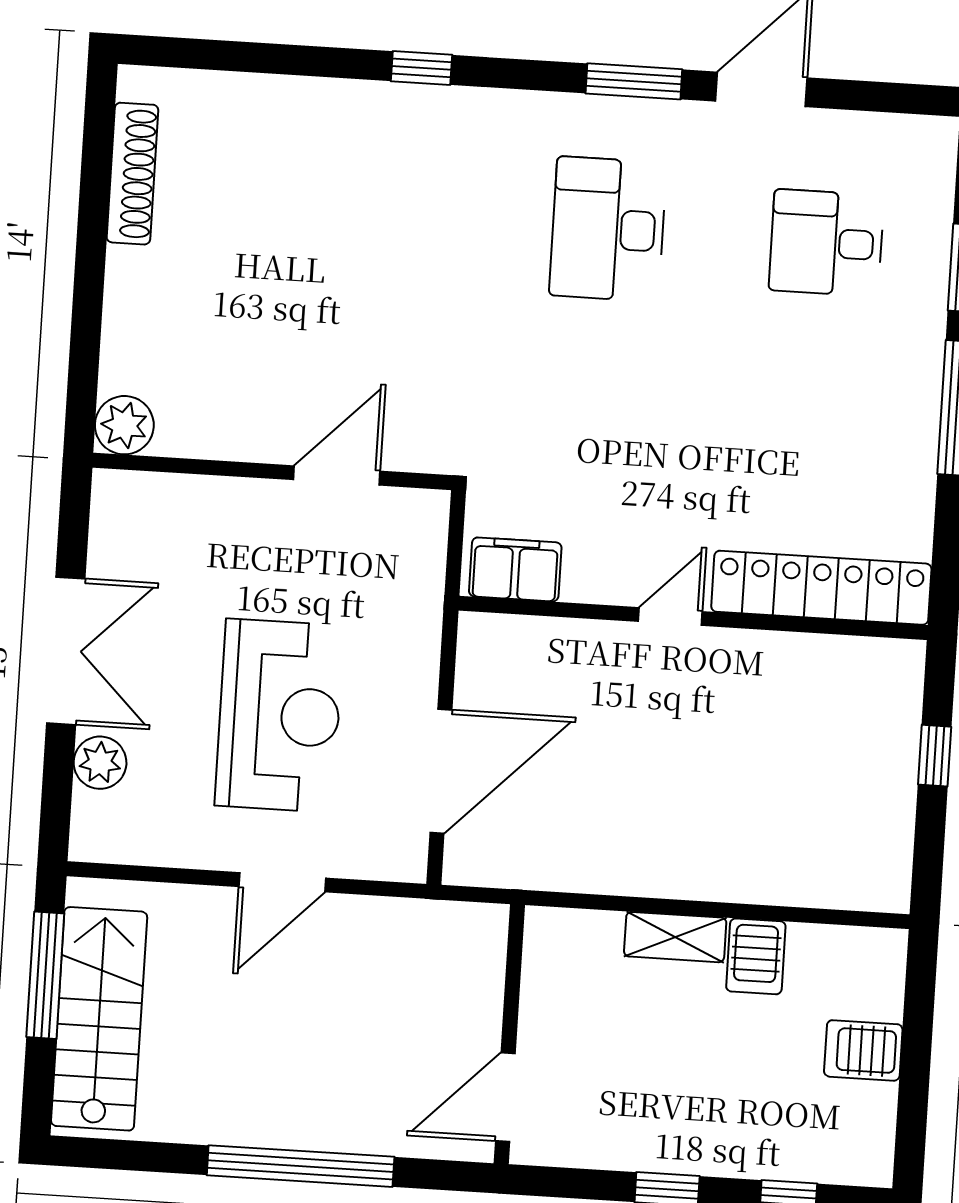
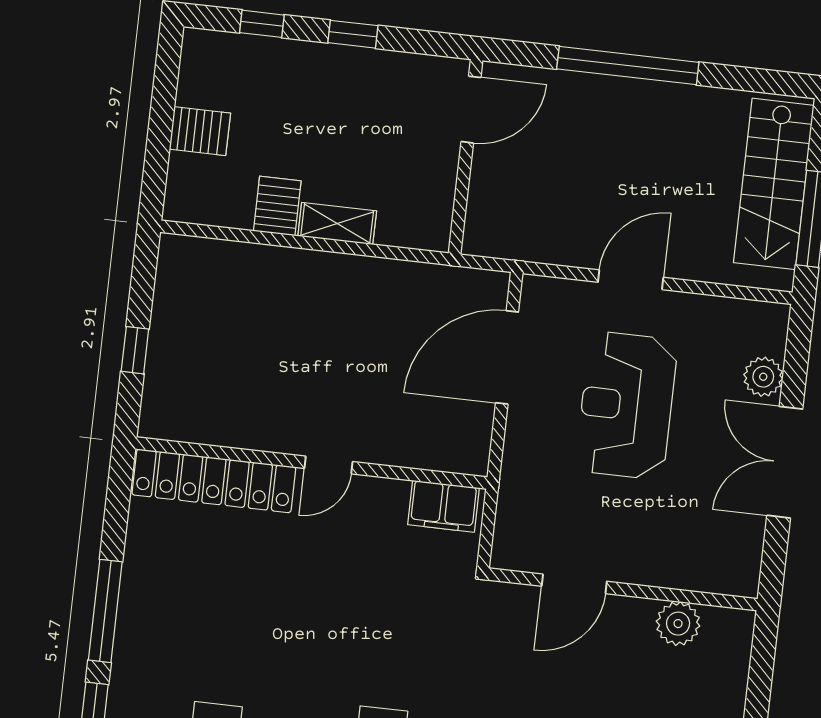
plant: (124, 425) -> (678, 624), moved

